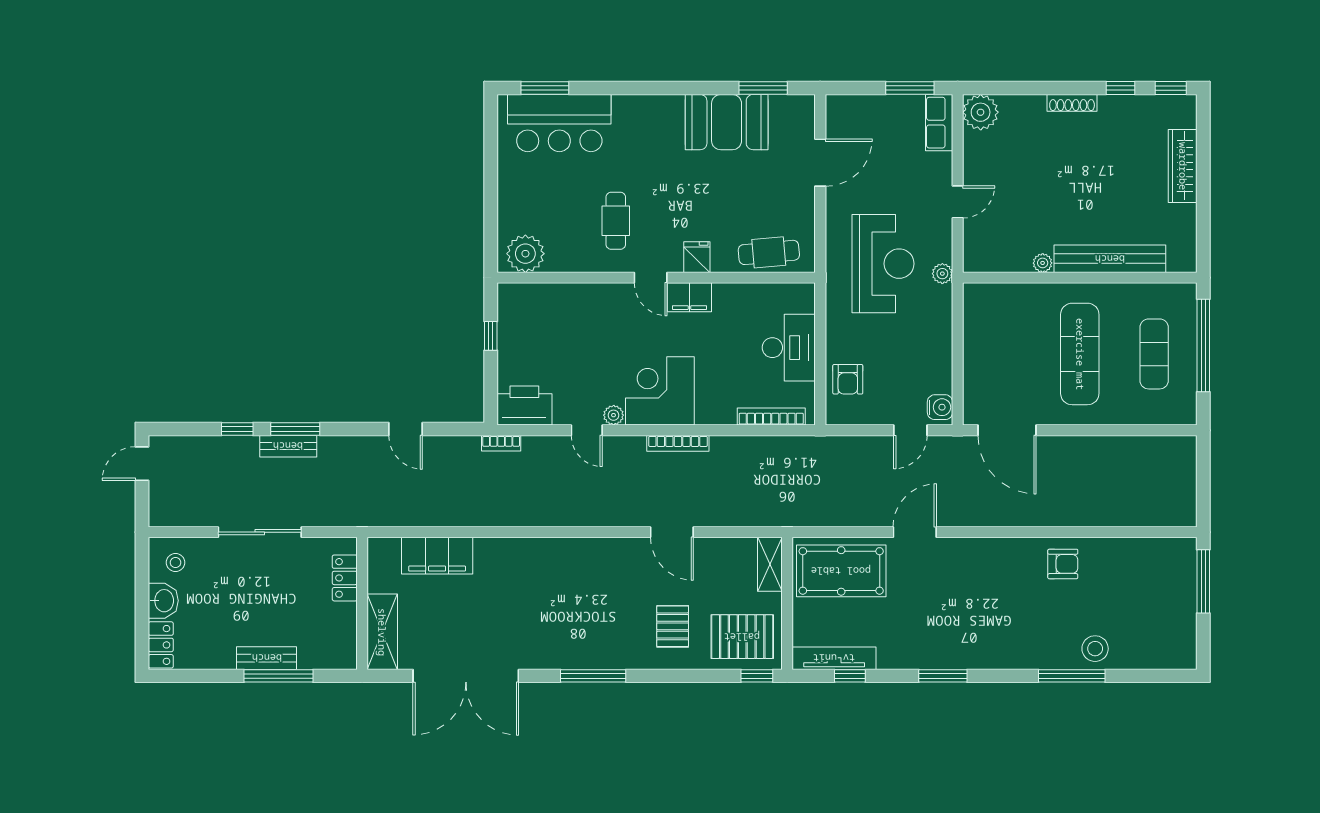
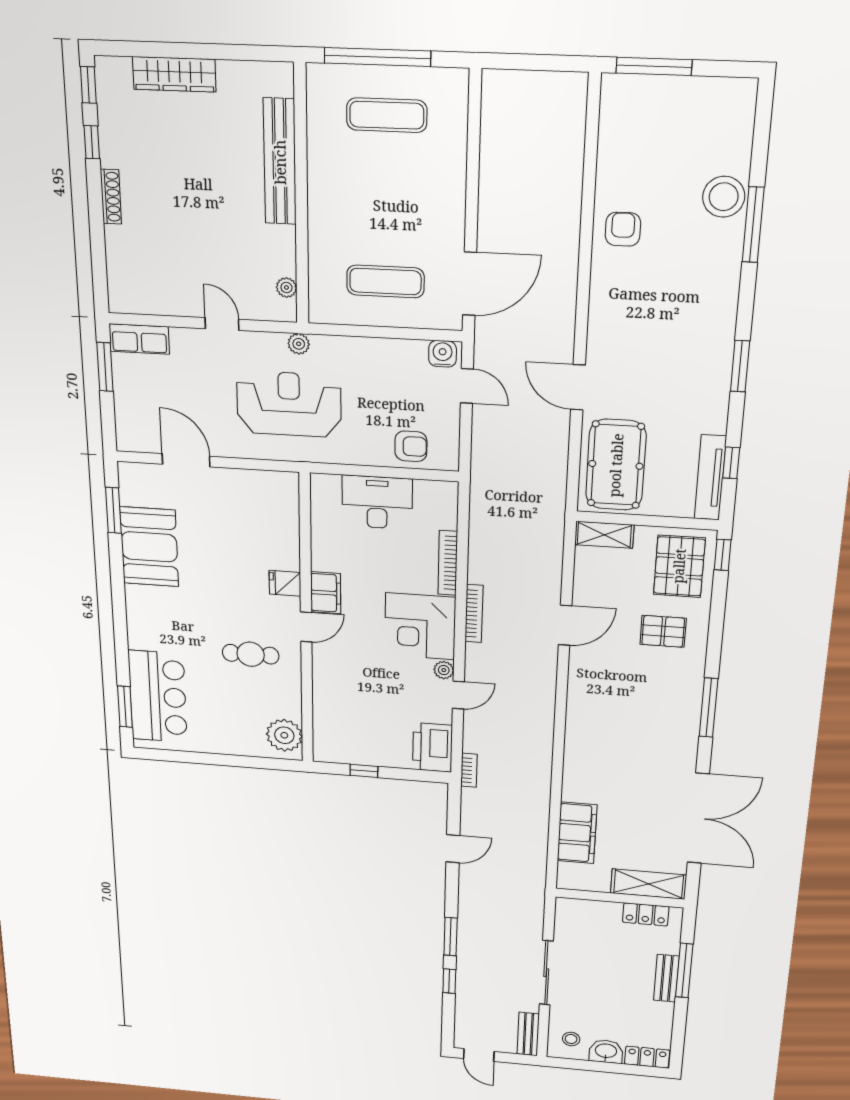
plant: (981, 112) -> (126, 295), removed
cafe table: (769, 252) -> (279, 515), removed
plant: (1043, 263) -> (286, 288), moved
exercise mat: (1080, 354) -> (385, 281), moved, width x0.73, depth x0.69
bookcase: (771, 417) -> (448, 563), moved
bench: (288, 446) -> (528, 1034), moved
locker: (345, 578) -> (646, 914), moved
stool: (1095, 649) -> (724, 197), width x1.38, depth x1.38

